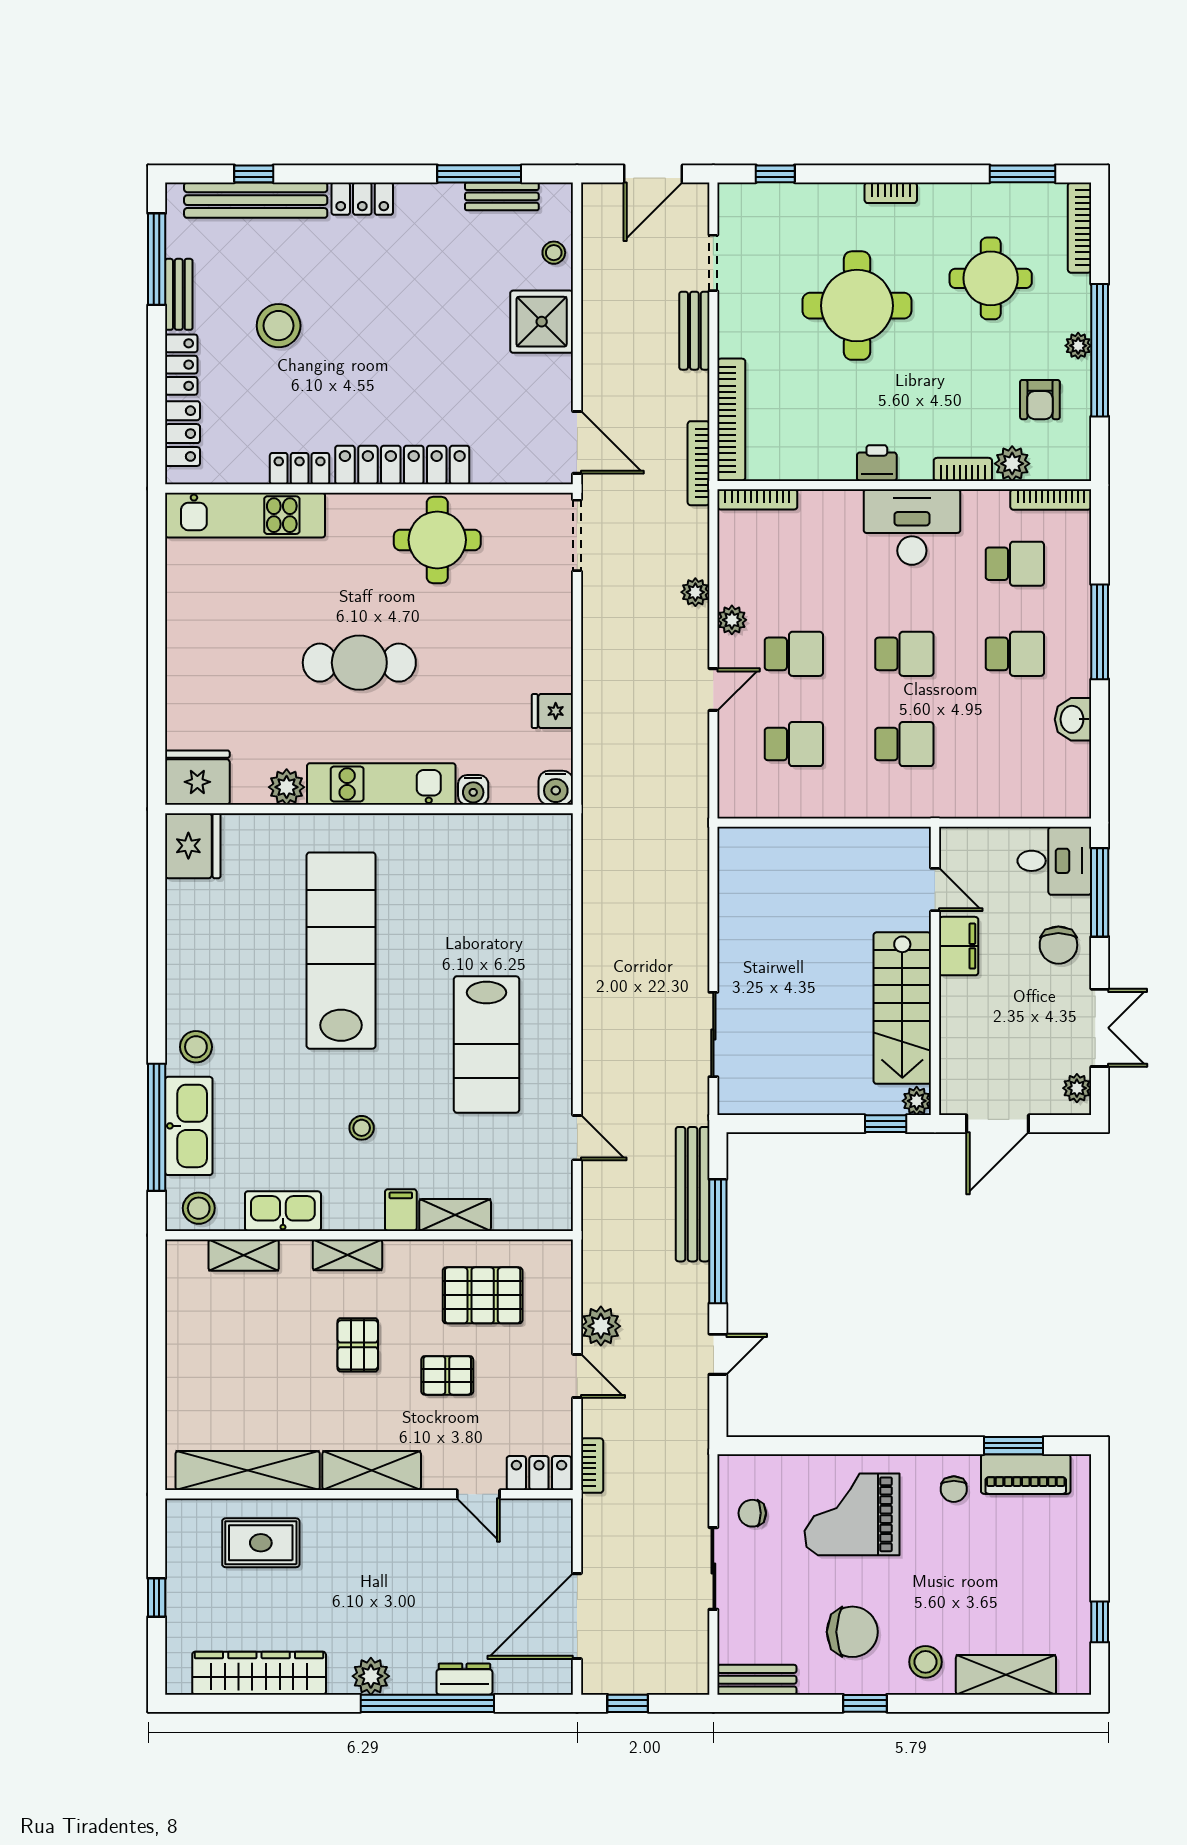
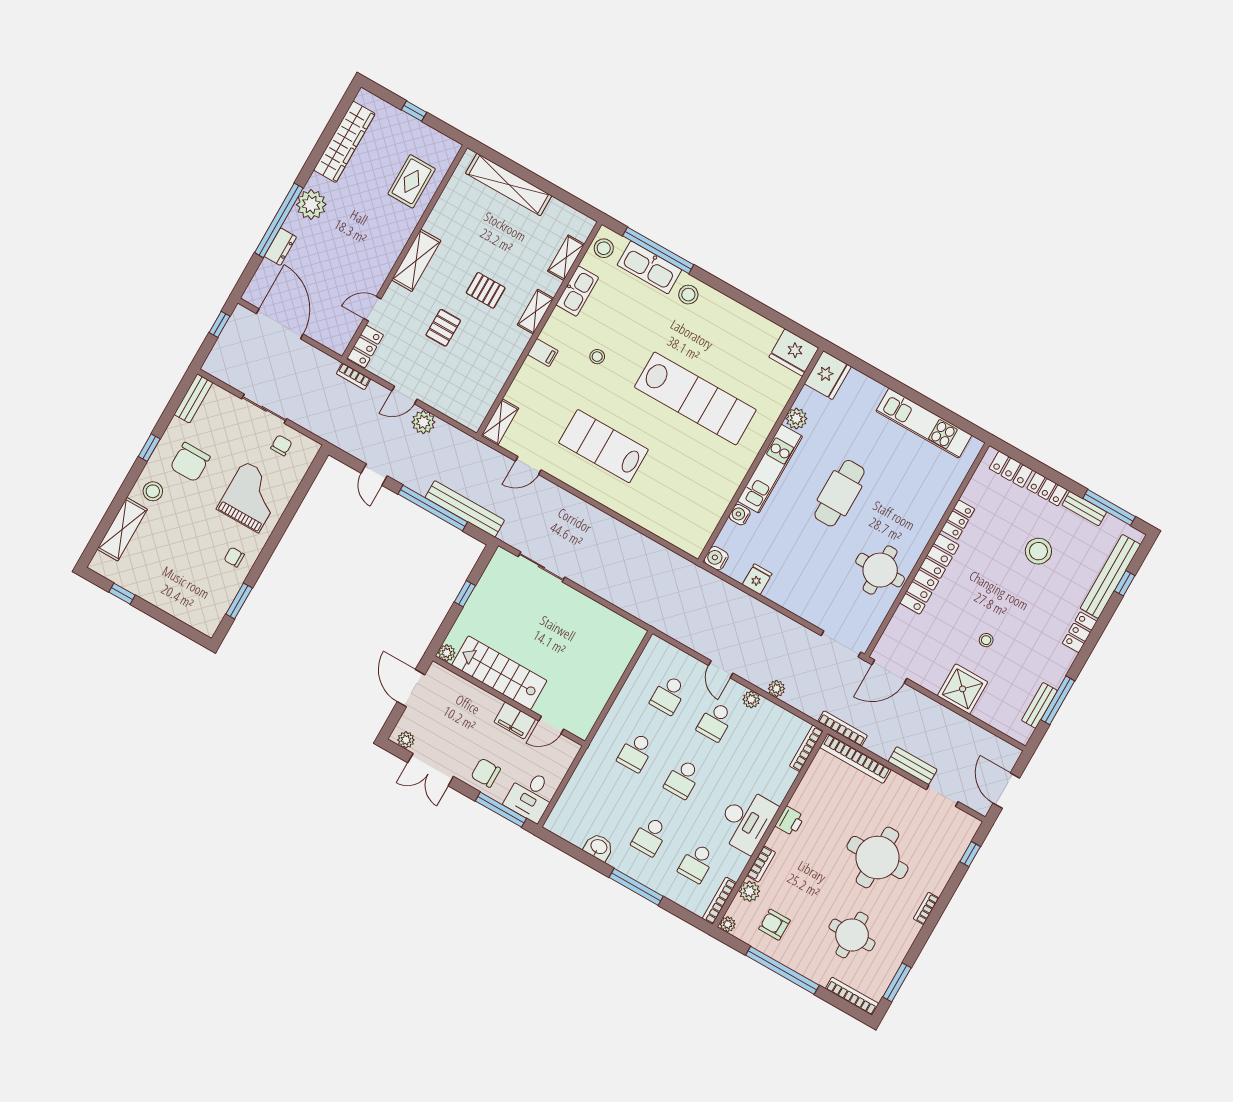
stool: (554, 253) -> (986, 640), moved
plant: (1078, 346) -> (728, 924), moved
kitchen unit: (245, 515) -> (924, 423), moved, turned -90
window: (886, 1124) -> (465, 594), moved
shelving: (455, 1215) -> (500, 422), moved
pallet: (483, 1295) -> (474, 370), removed
shelving: (248, 1471) -> (509, 184), moved, turned 90
piano: (1026, 1474) -> (221, 599), removed
plant: (371, 1676) -> (311, 204), width x1.36, depth x1.36

